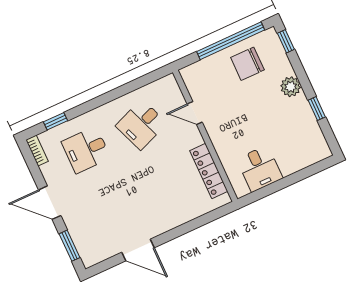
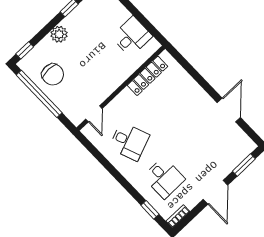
door: (195, 113) -> (94, 114), moved

